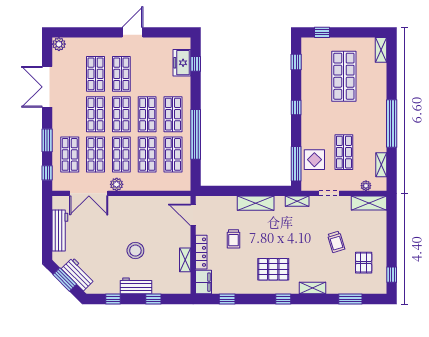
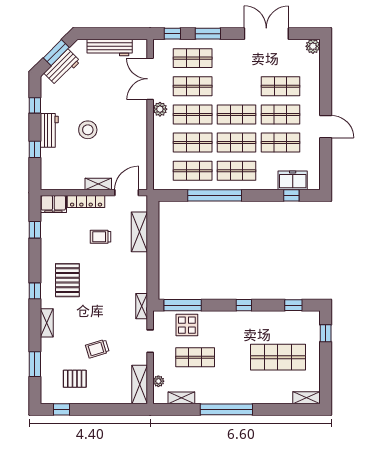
shop shelf: (96, 114) -> (280, 143), moved
shelving: (256, 203) -> (139, 232), moved
shelving: (185, 260) -> (98, 184), moved

